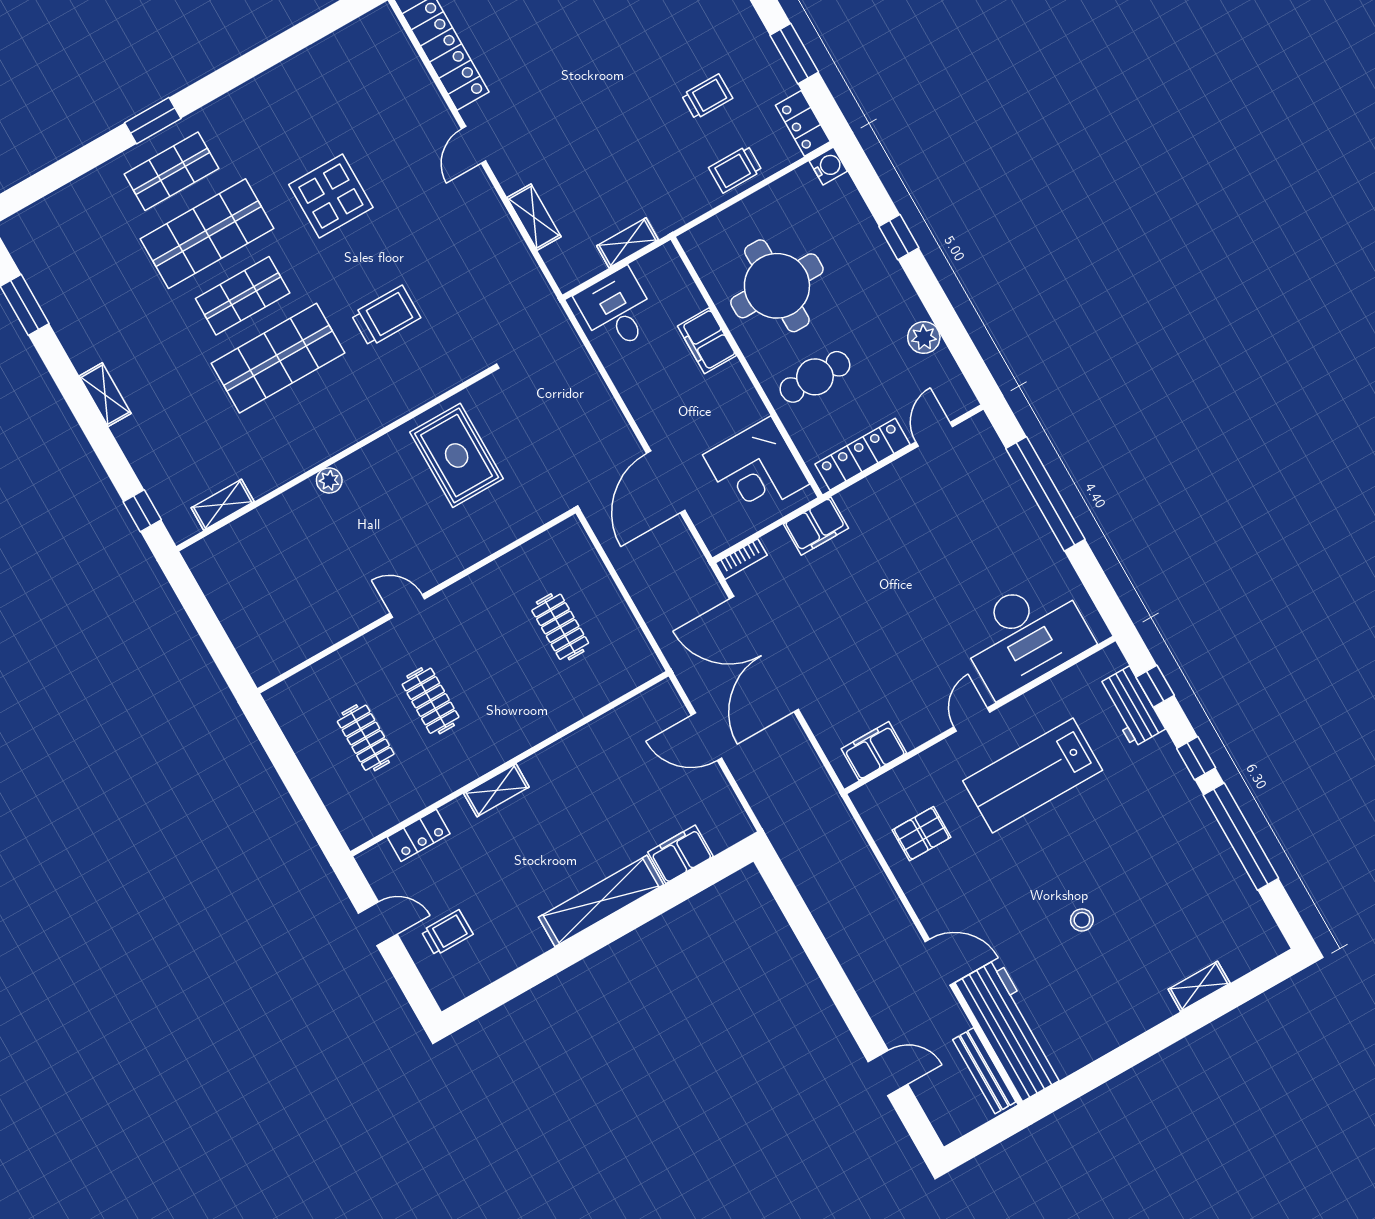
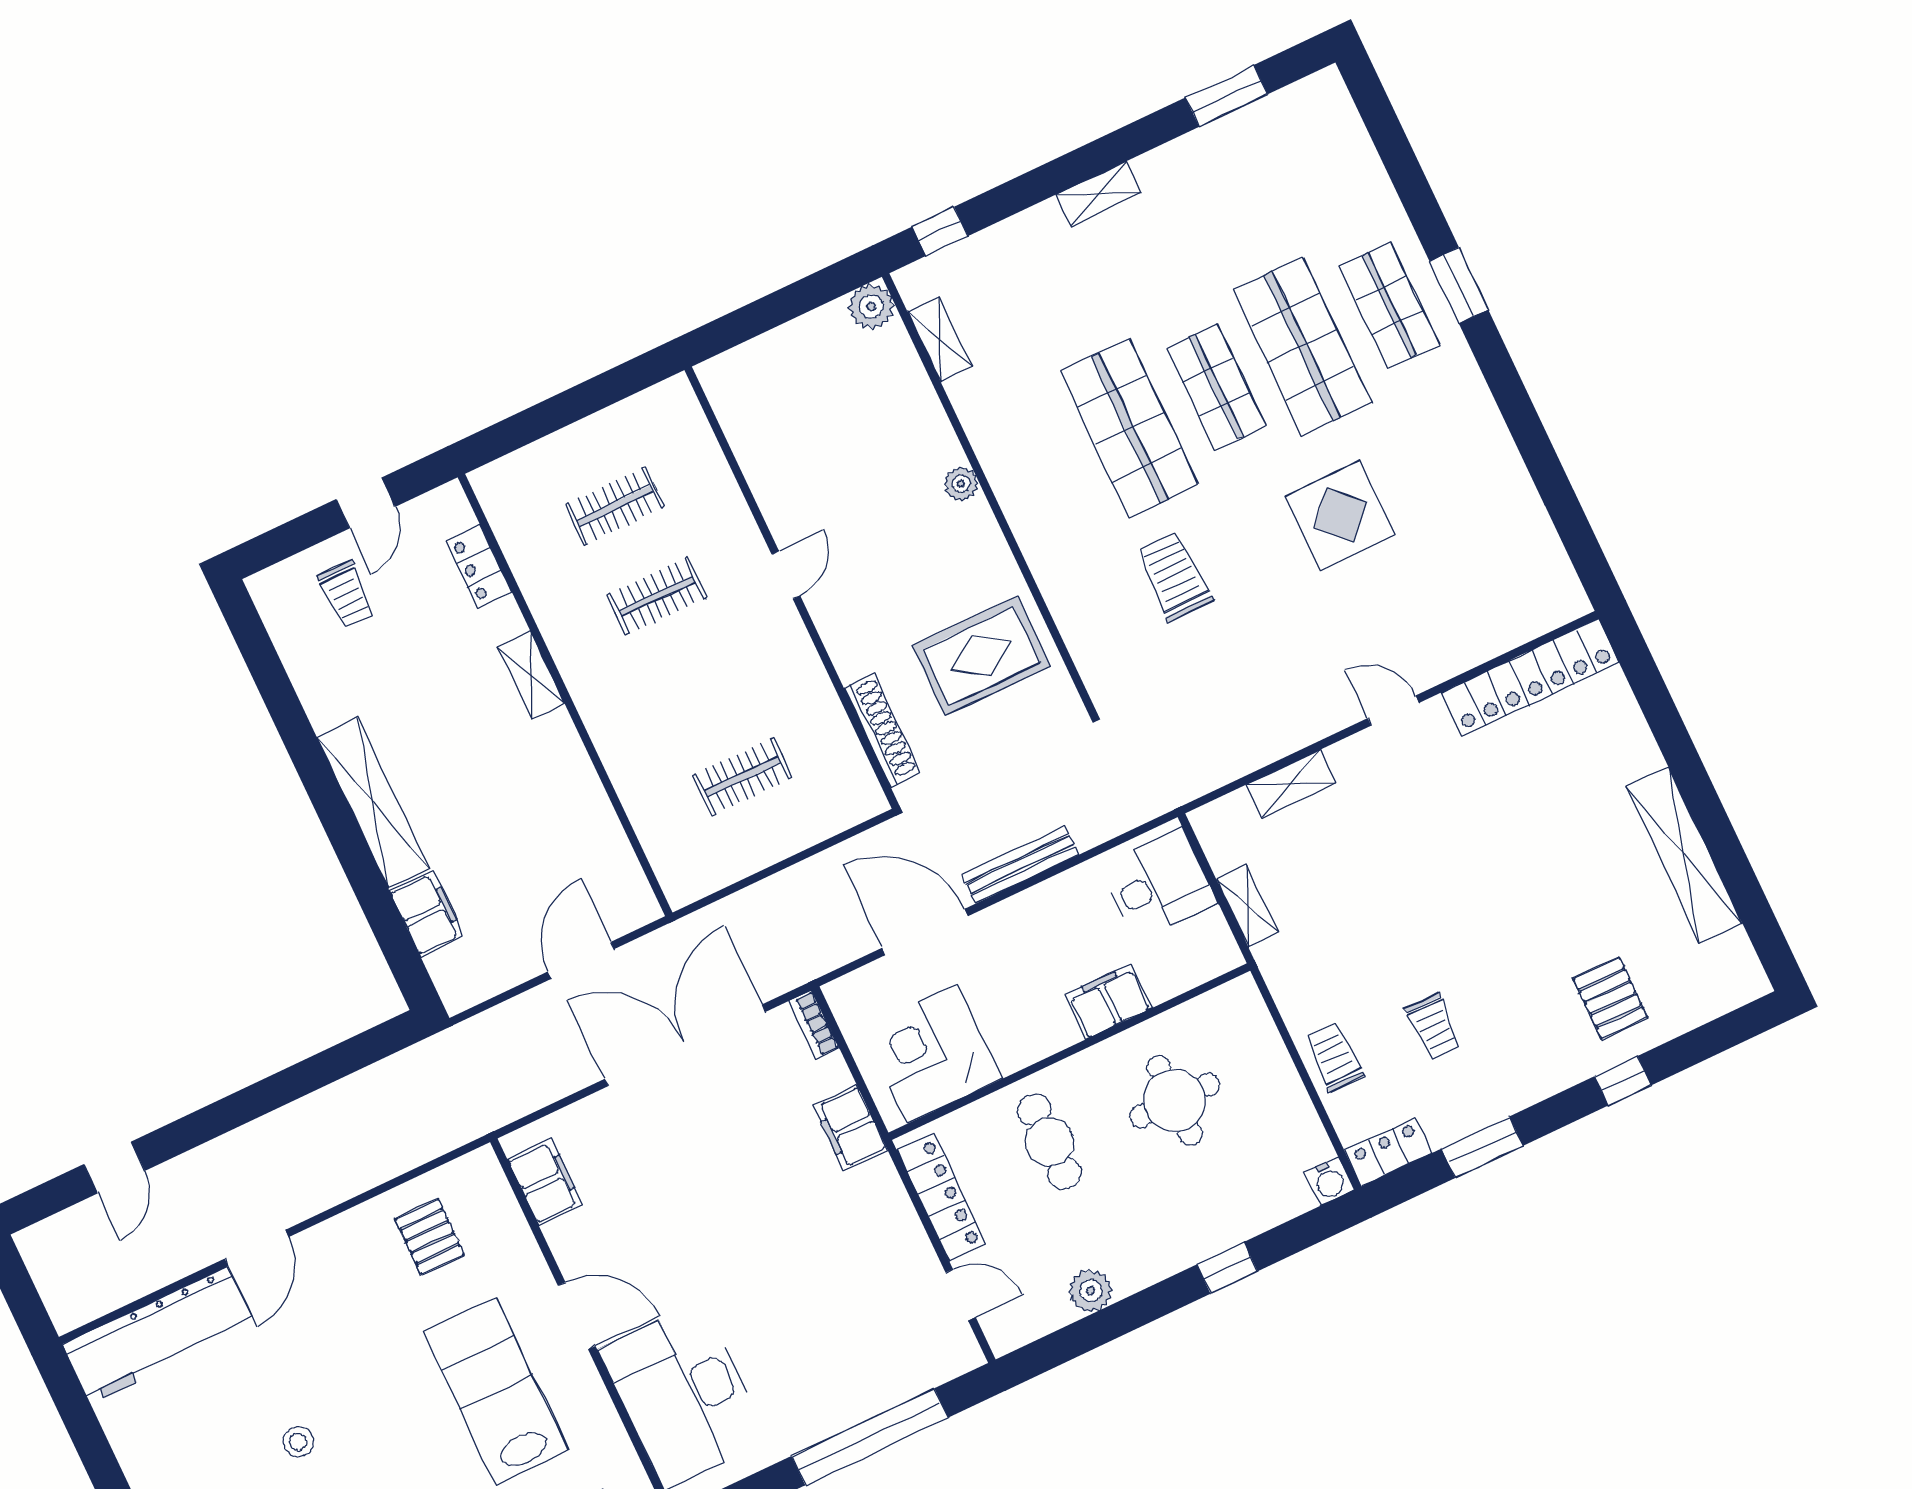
round table: (777, 286) -> (1175, 1100), width x0.73, depth x0.73
trolley: (386, 316) -> (1174, 576), turned 180
shoe rack: (517, 525) -> (882, 730), added
plant: (202, 558) -> (871, 307), added
door: (972, 719) -> (577, 1316), width x1.38
bench: (984, 1071) -> (1020, 865), moved

